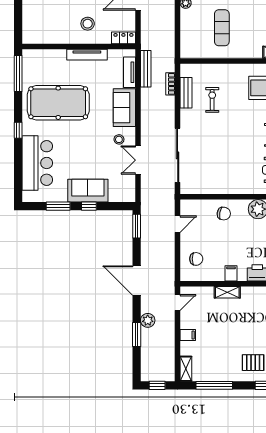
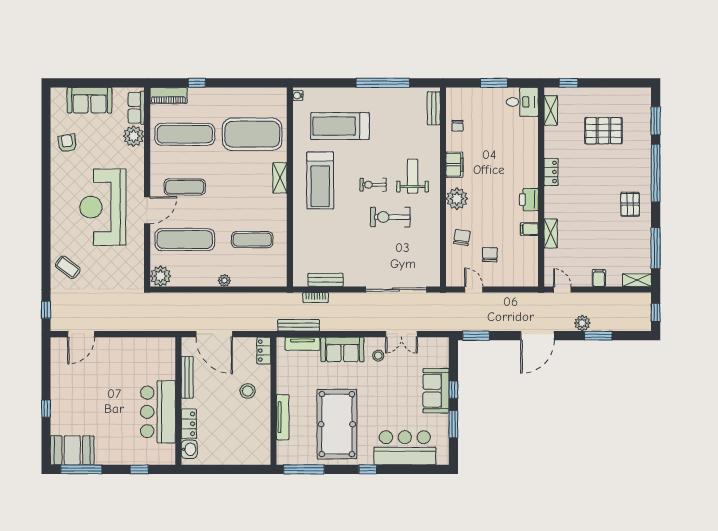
tv unit: (87, 55) -> (283, 417), moved
exercise bike: (212, 100) -> (390, 217), moved, width x1.38, depth x1.39
chair: (196, 259) -> (490, 255), moved

